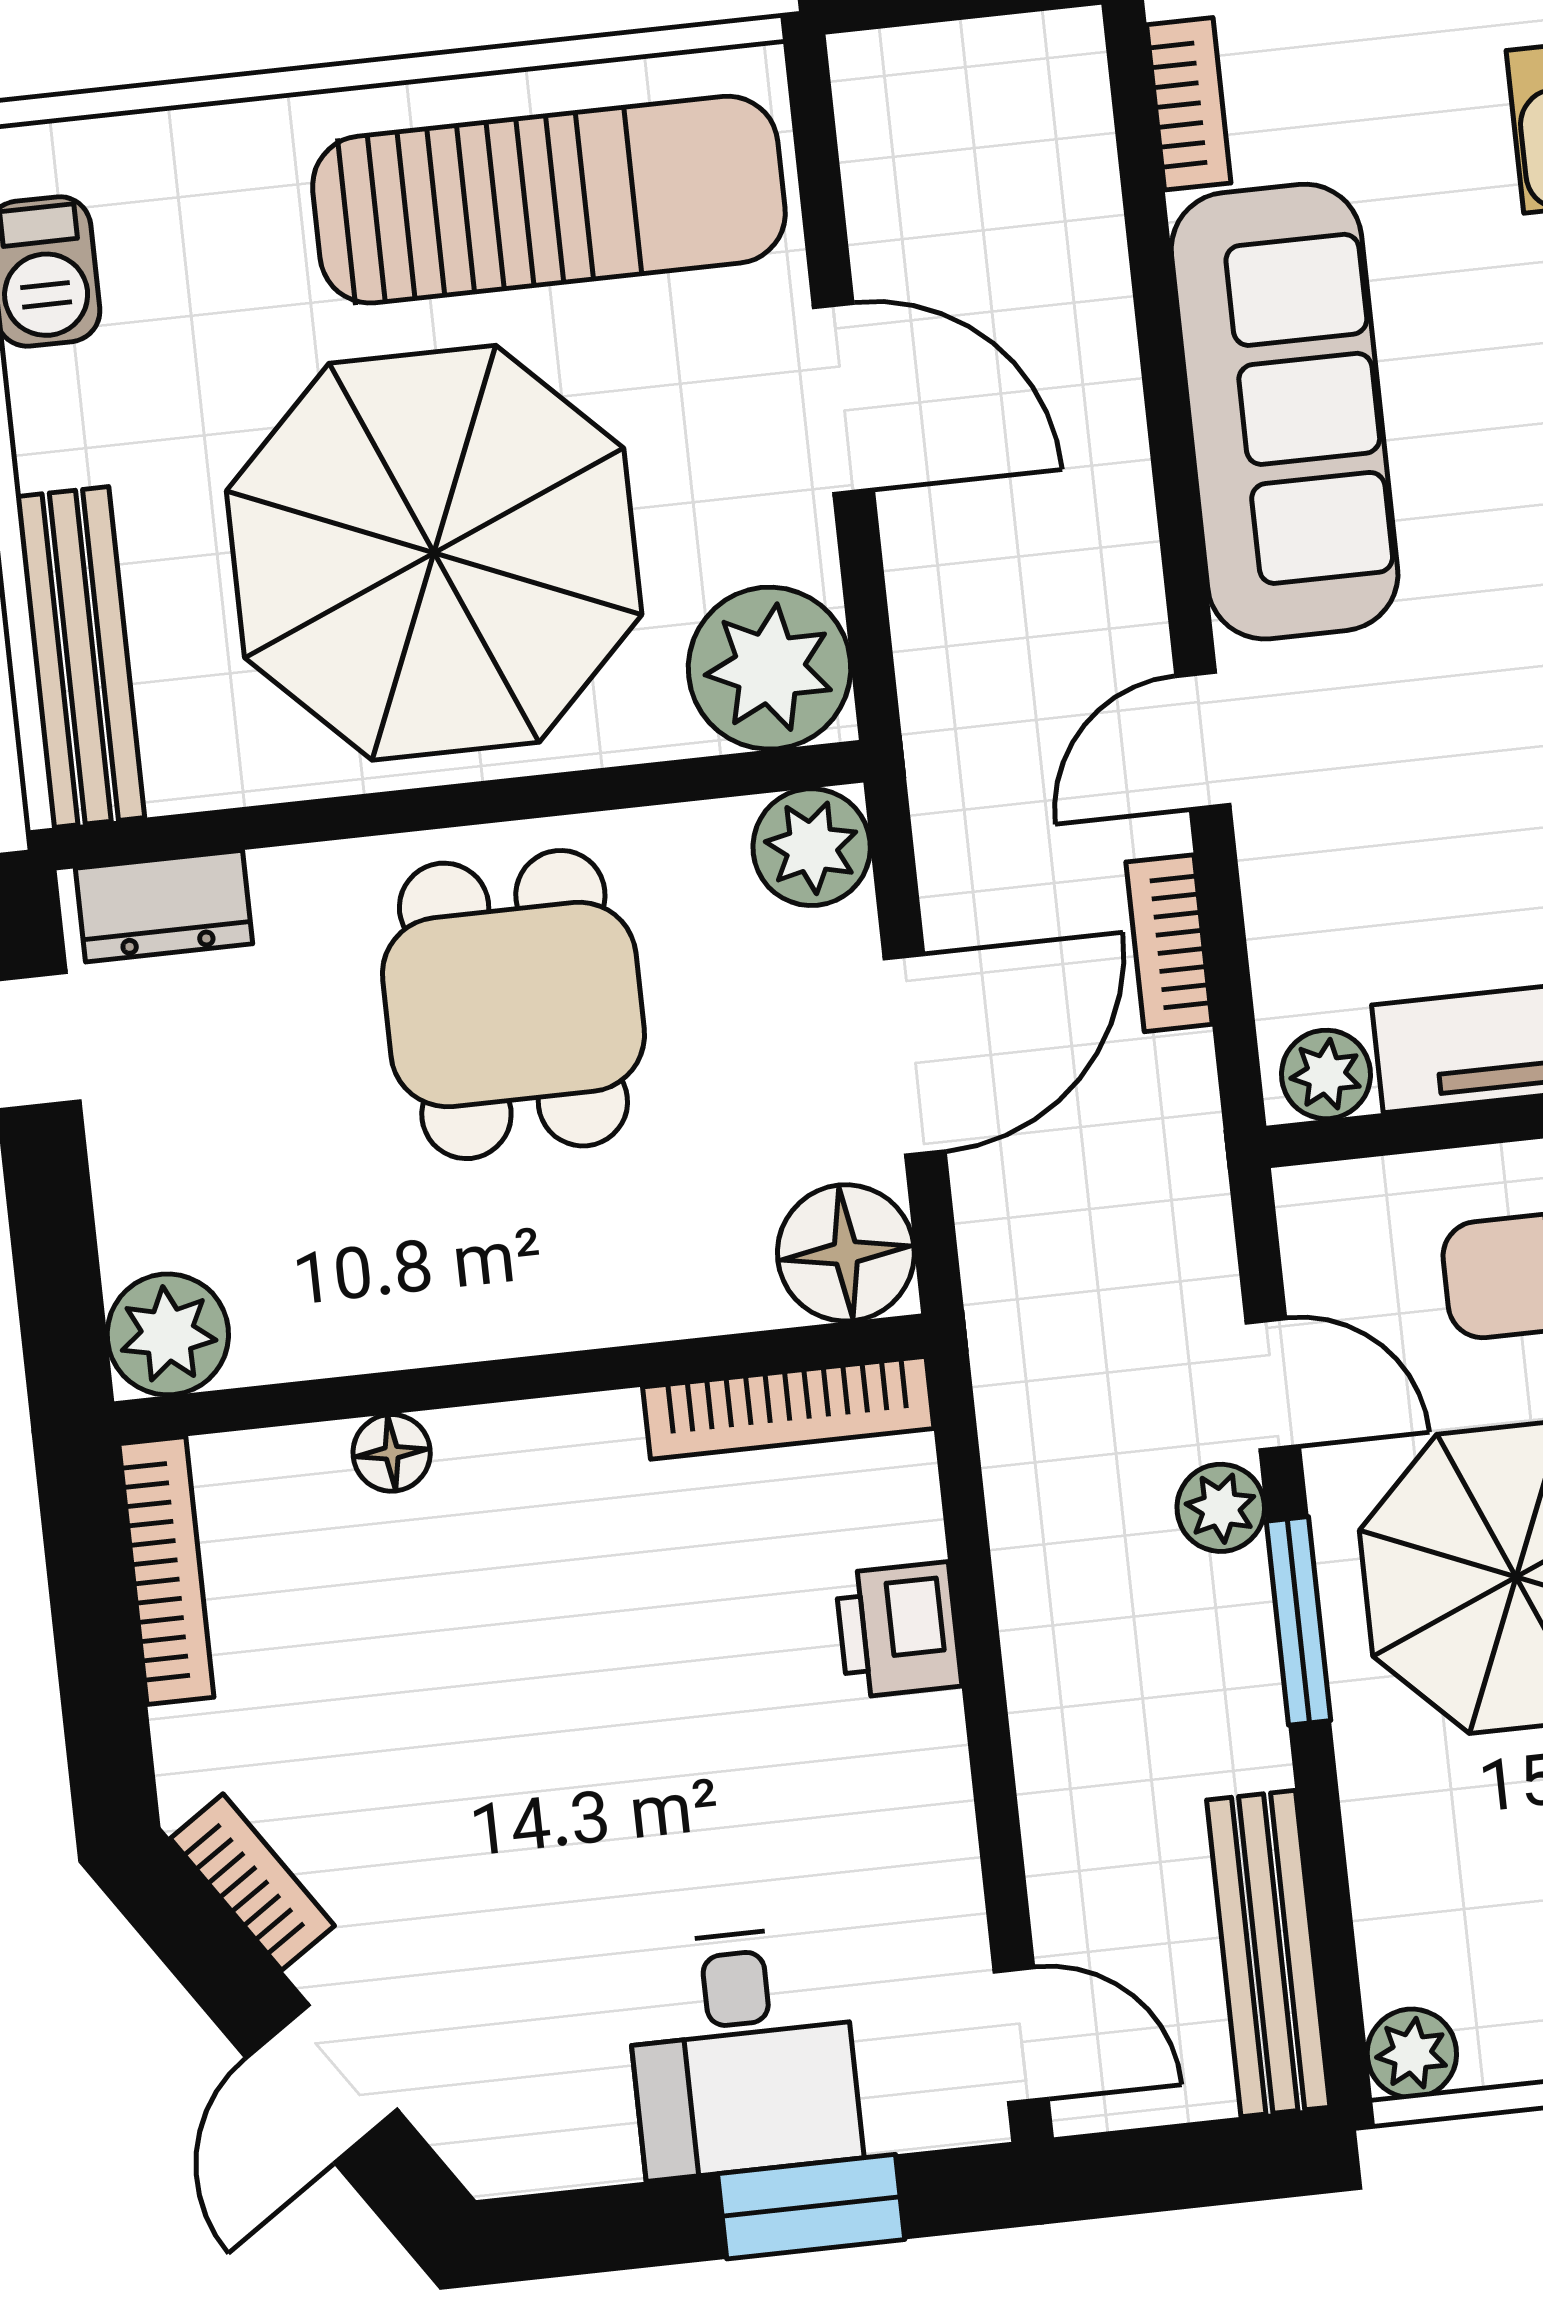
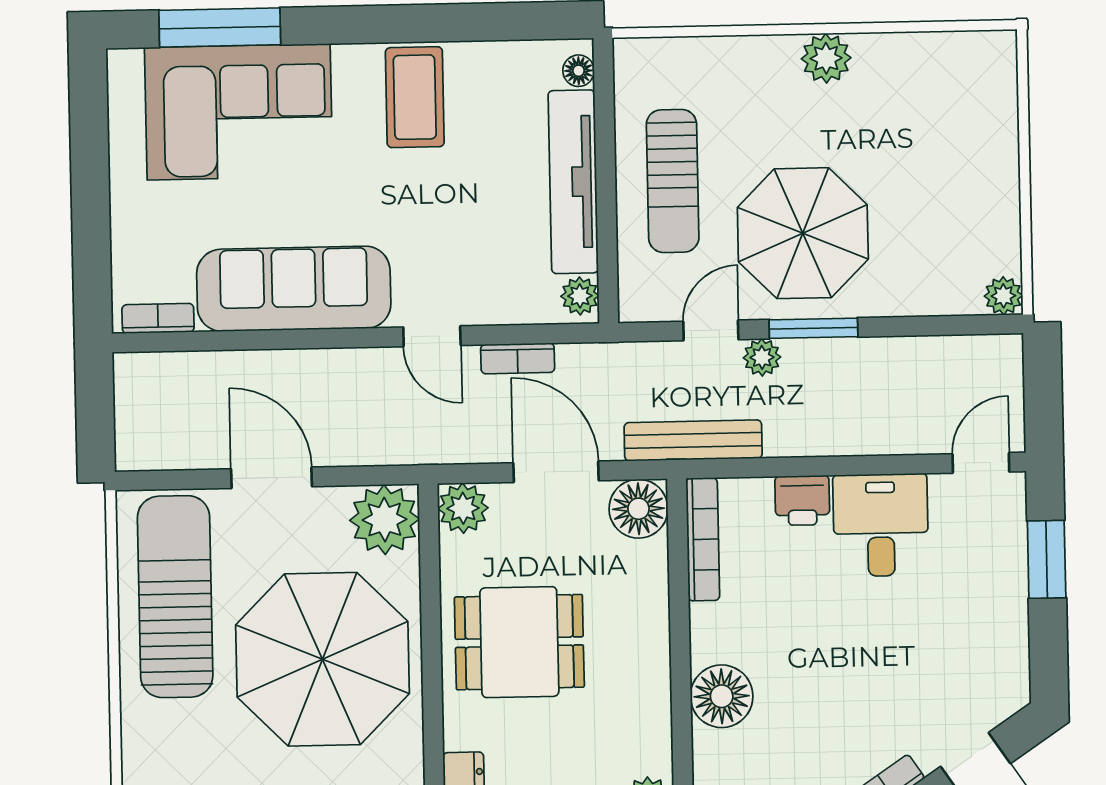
door: (843, 398) -> (271, 478), hinge flipped
floor lamp: (392, 1453) -> (722, 696), width x1.89, depth x1.89
bench: (1268, 1954) -> (693, 440), moved
desk: (743, 2052) -> (881, 525), moved, turned -90

